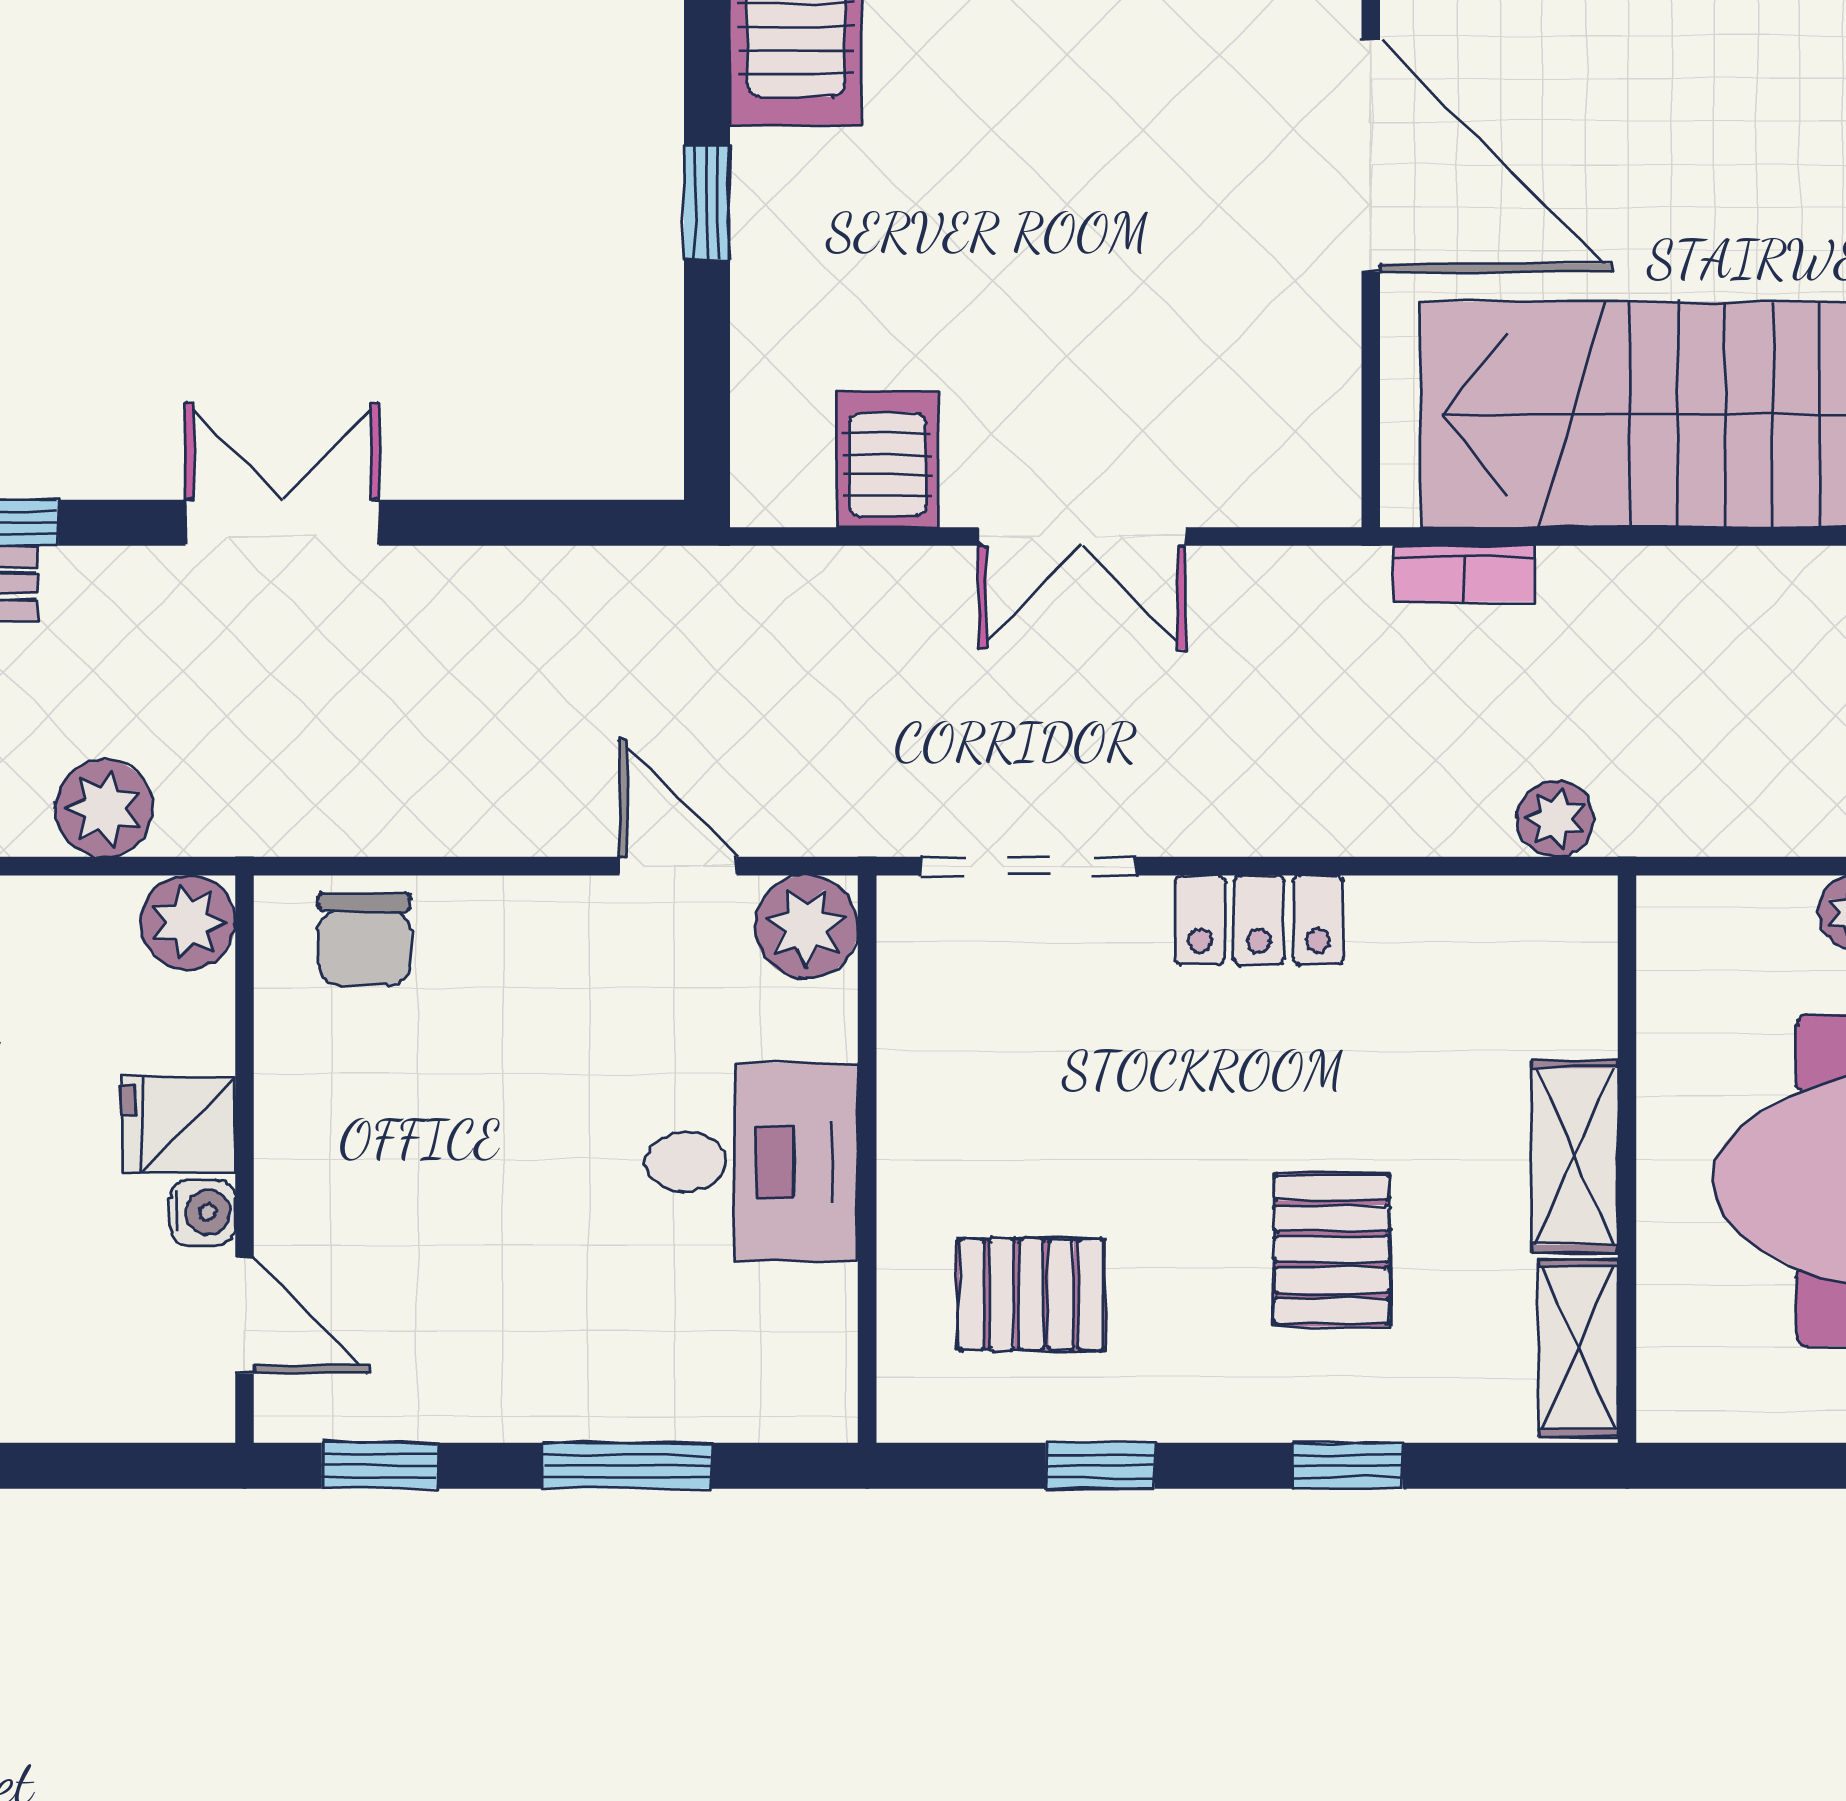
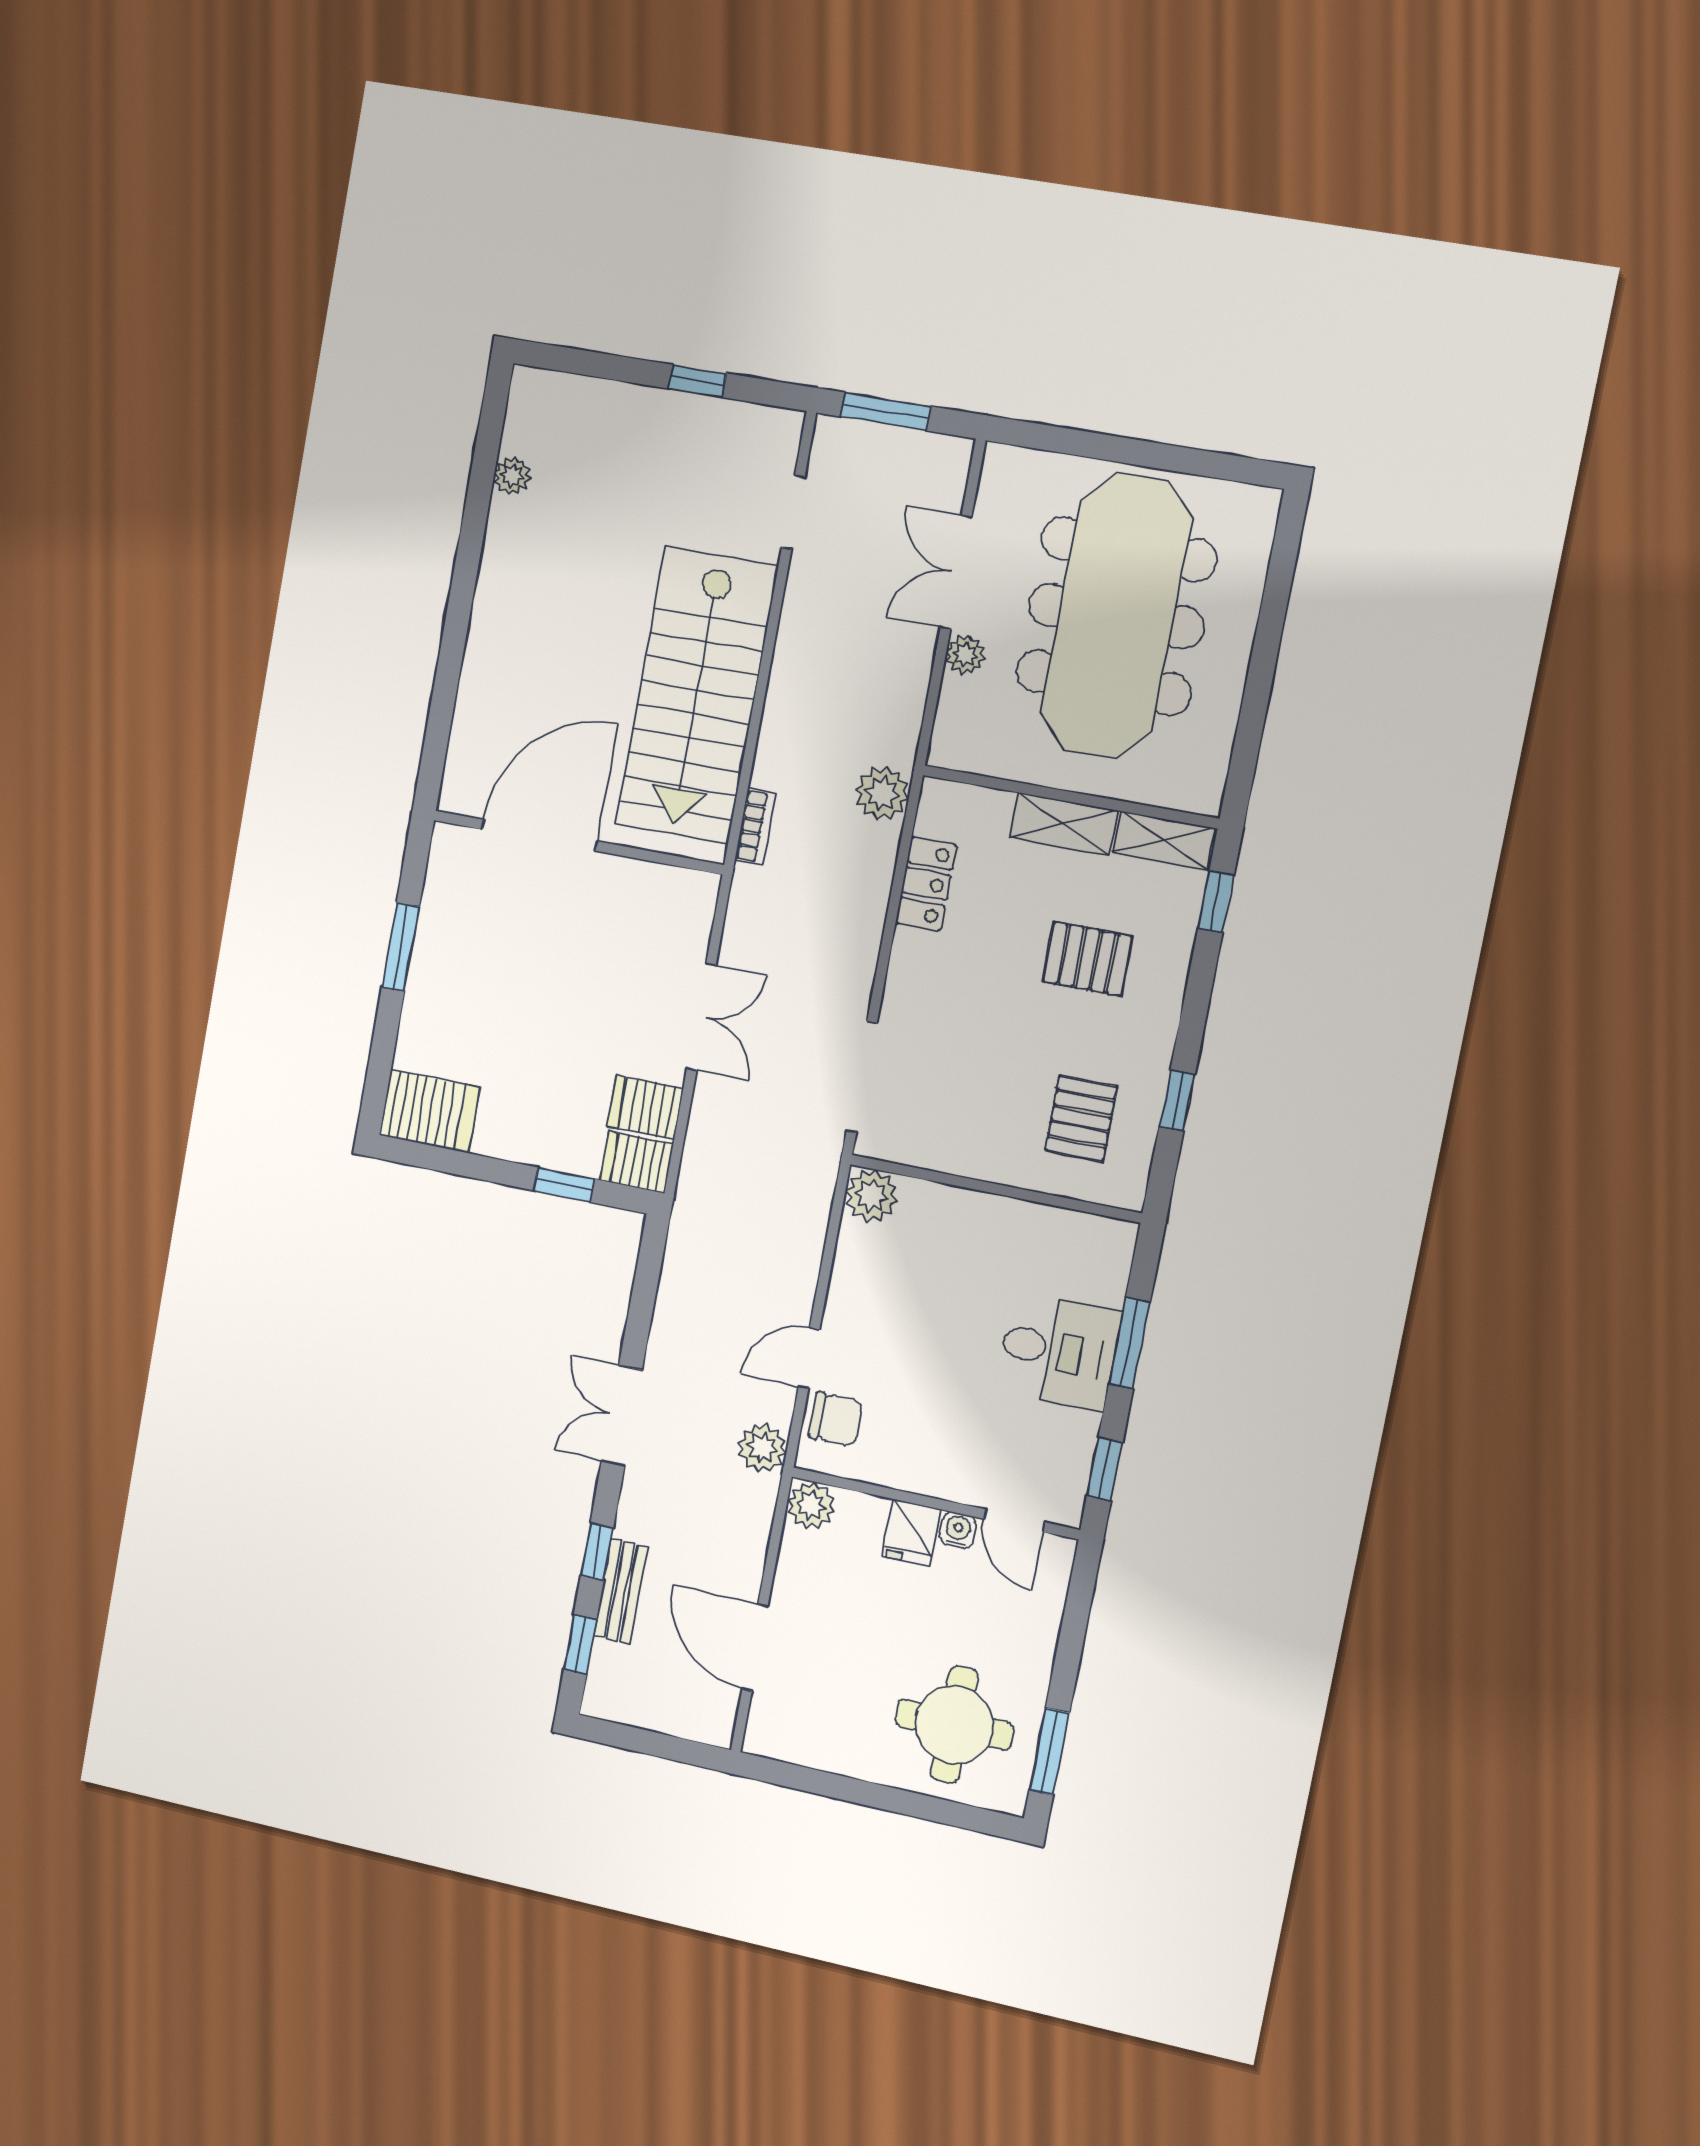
window: (707, 203) -> (564, 1185), moved
server rack: (779, 462) -> (637, 1162), added
plant: (104, 808) -> (762, 1448), moved
plant: (1555, 819) -> (882, 793), width x1.38, depth x1.38
door: (678, 866) -> (809, 1358), moved
locker: (1259, 920) -> (926, 884), moved
desk: (751, 1162) -> (1058, 1351), moved, turned 90
door: (245, 1315) -> (1014, 1520), swing flipped
window: (1348, 1466) -> (1216, 902), moved

